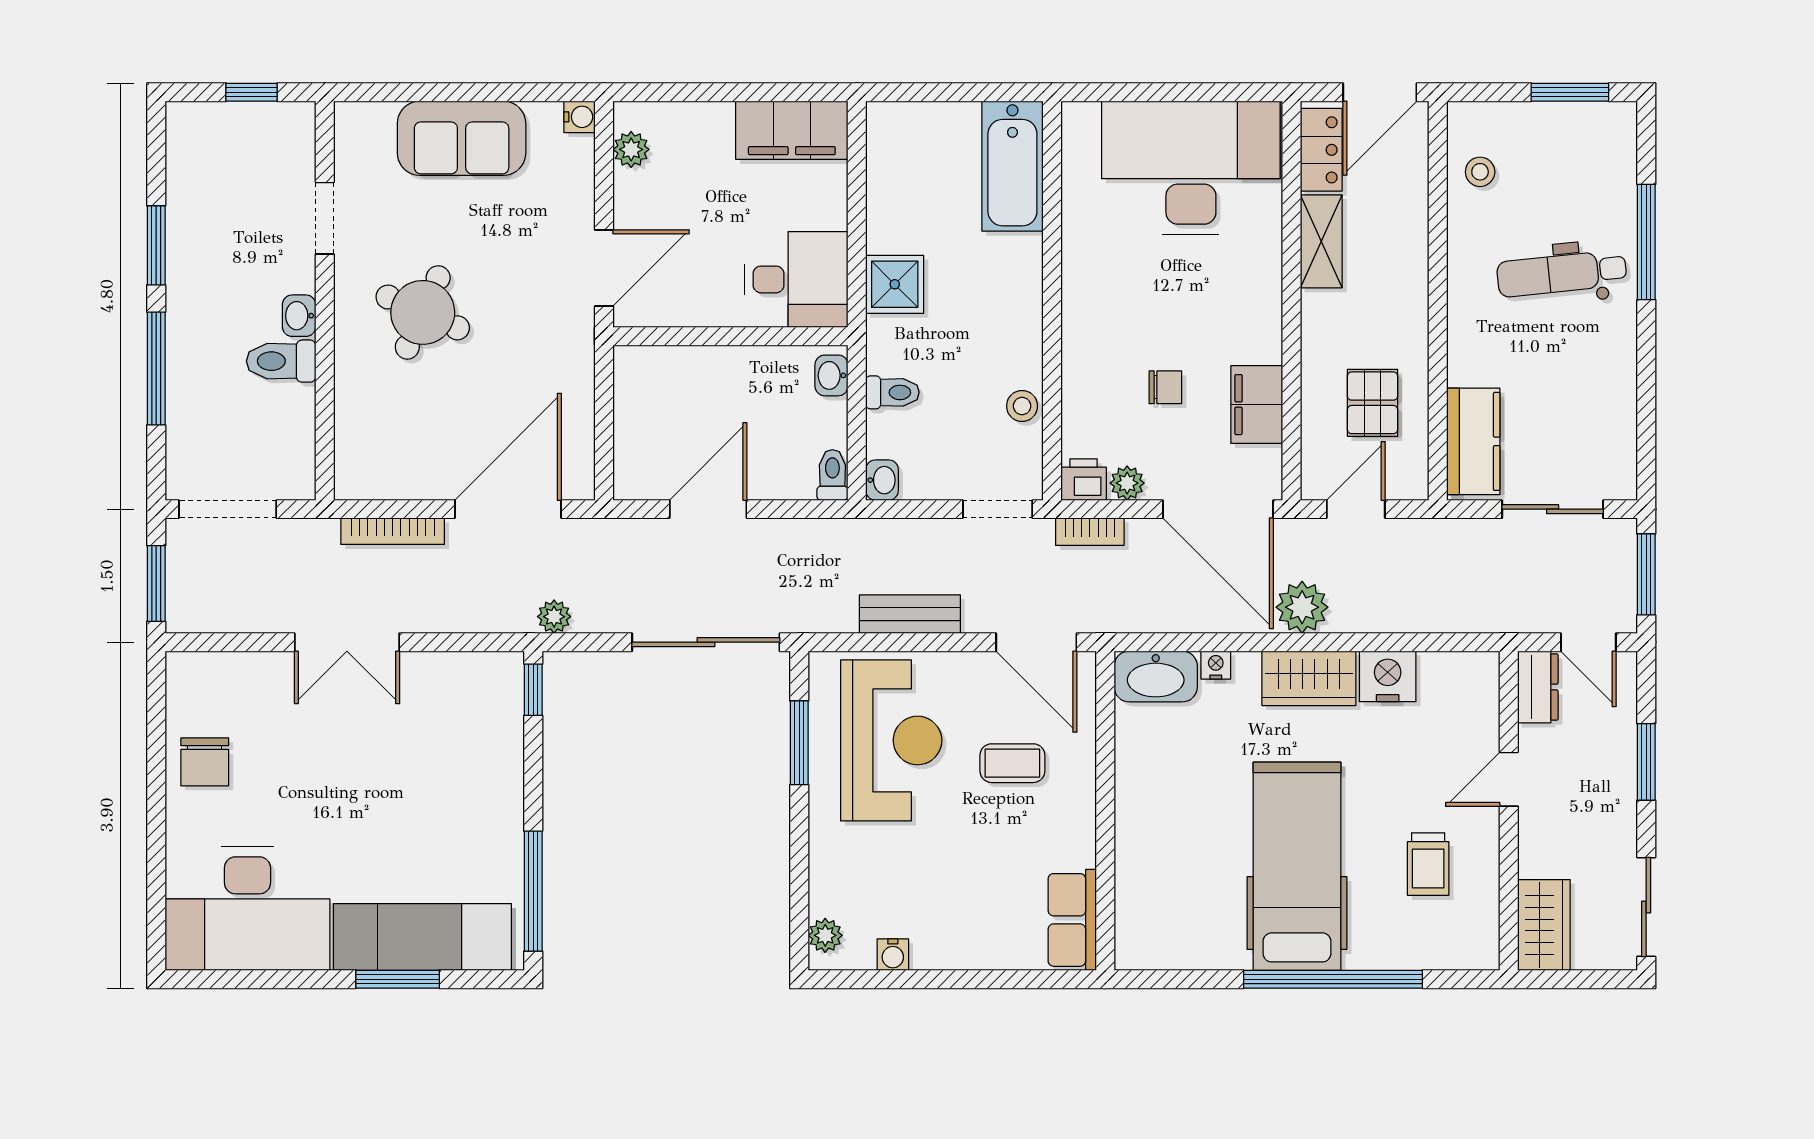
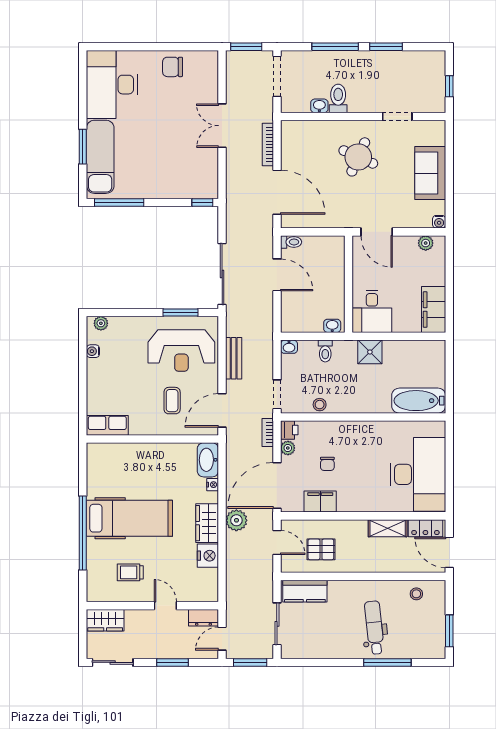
washbasin: (299, 316) -> (319, 106), moved
toilet: (832, 475) -> (291, 242), moved
plant: (554, 617) -> (233, 211), removed

